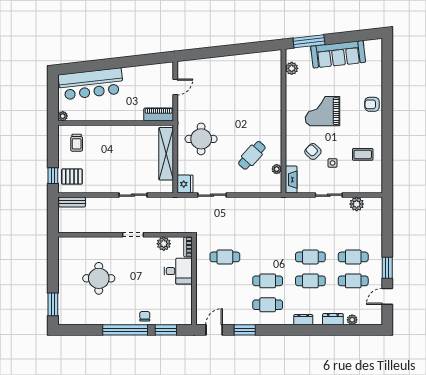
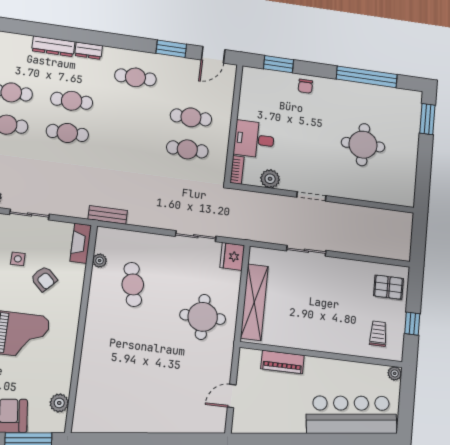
piano: (159, 115) -> (283, 362), moved
cafe table: (252, 155) -> (133, 284), turned -53
window: (53, 176) -> (412, 324), moved
bench: (72, 202) -> (108, 215), moved
cafe table: (268, 281) -> (191, 117), moved
dresser: (333, 319) -> (53, 46), width x1.44
plant: (352, 320) -> (20, 41), removed
window: (125, 330) -> (367, 77), moved

